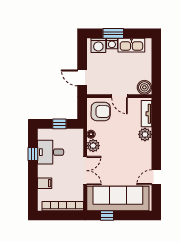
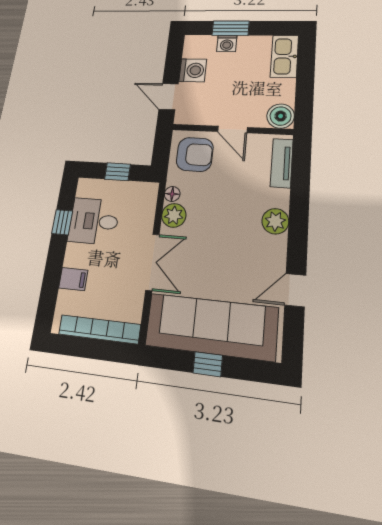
washing machine: (98, 45) -> (193, 70), moved, turned -90
kitchen sink: (131, 45) -> (284, 56), moved, turned 90
plant: (145, 134) -> (275, 221), moved
window: (107, 215) -> (208, 364), moved

